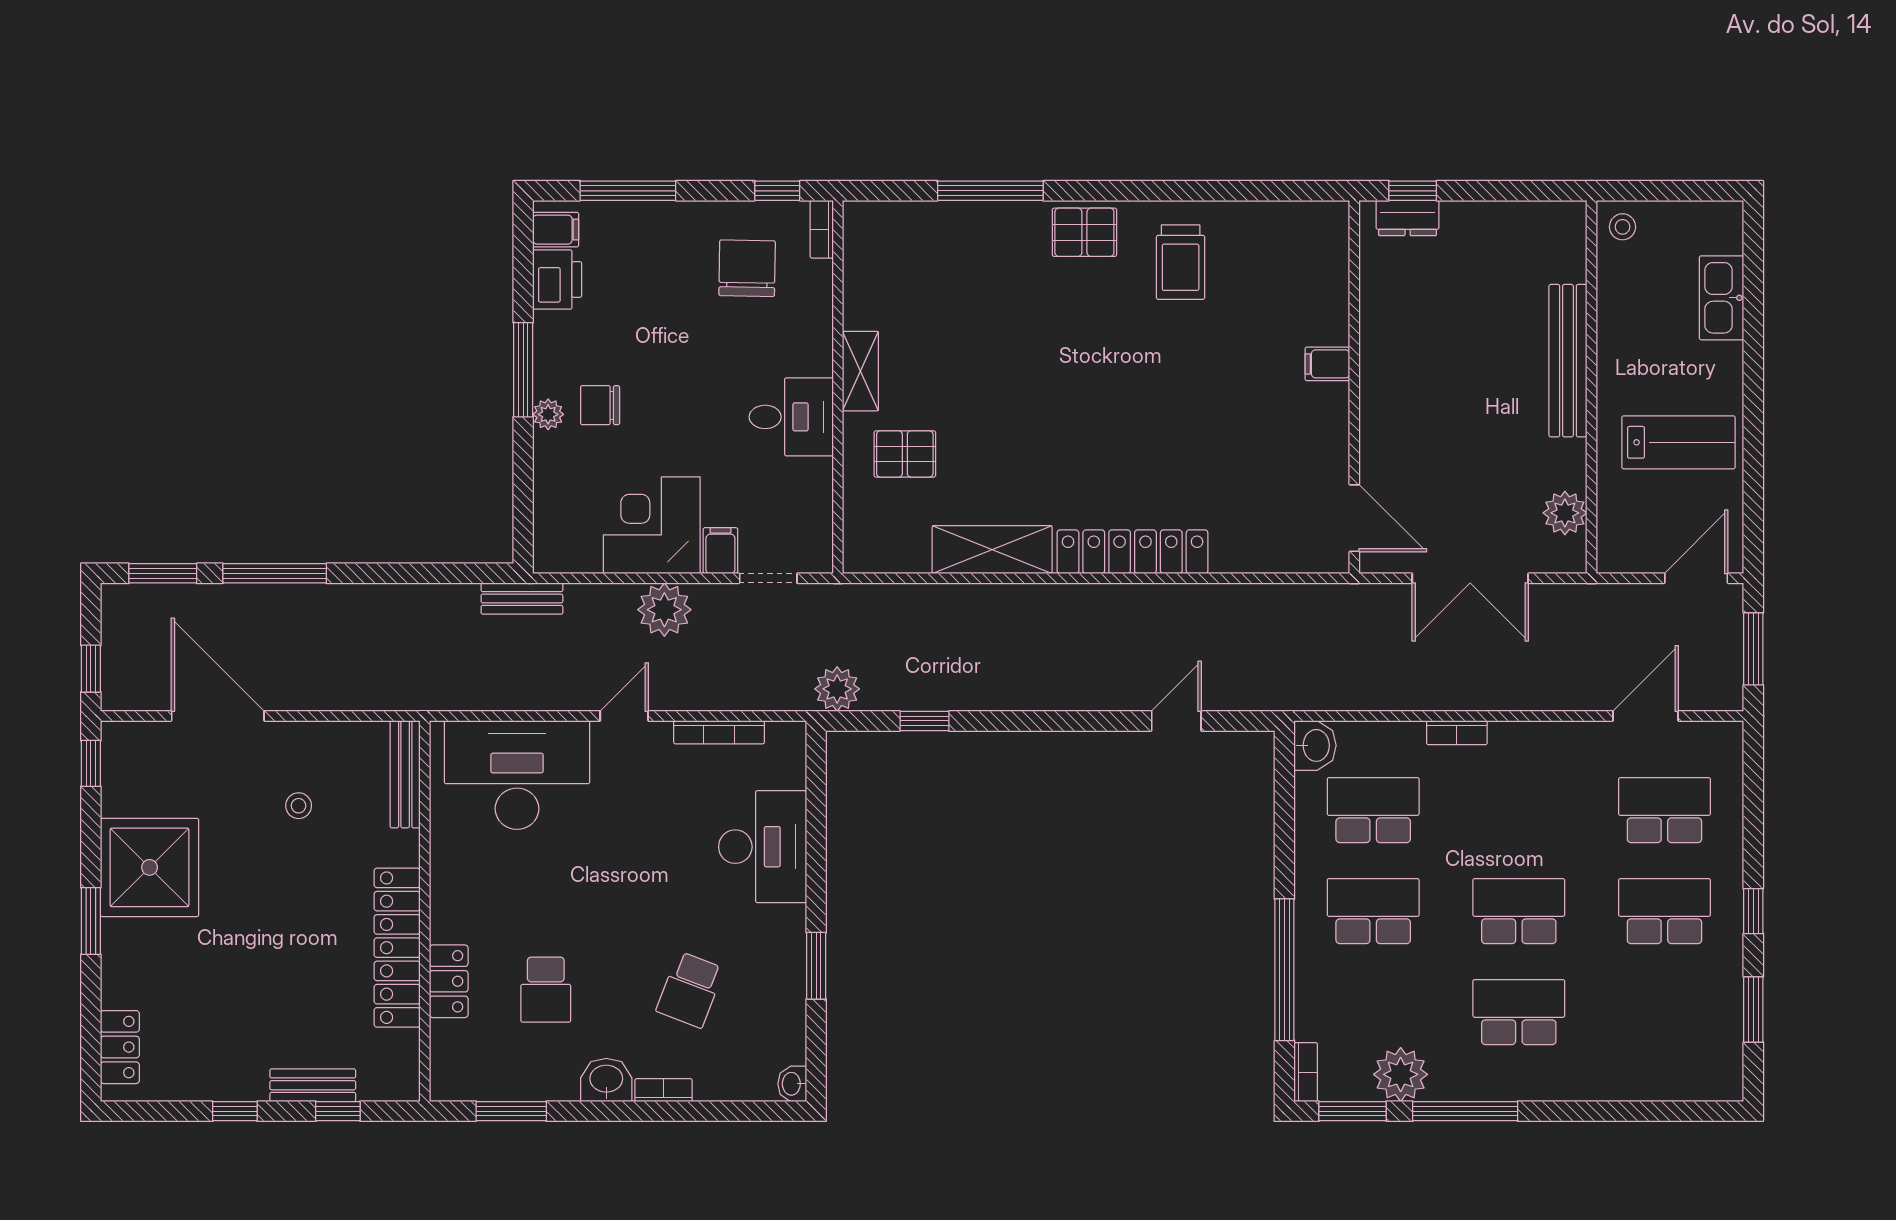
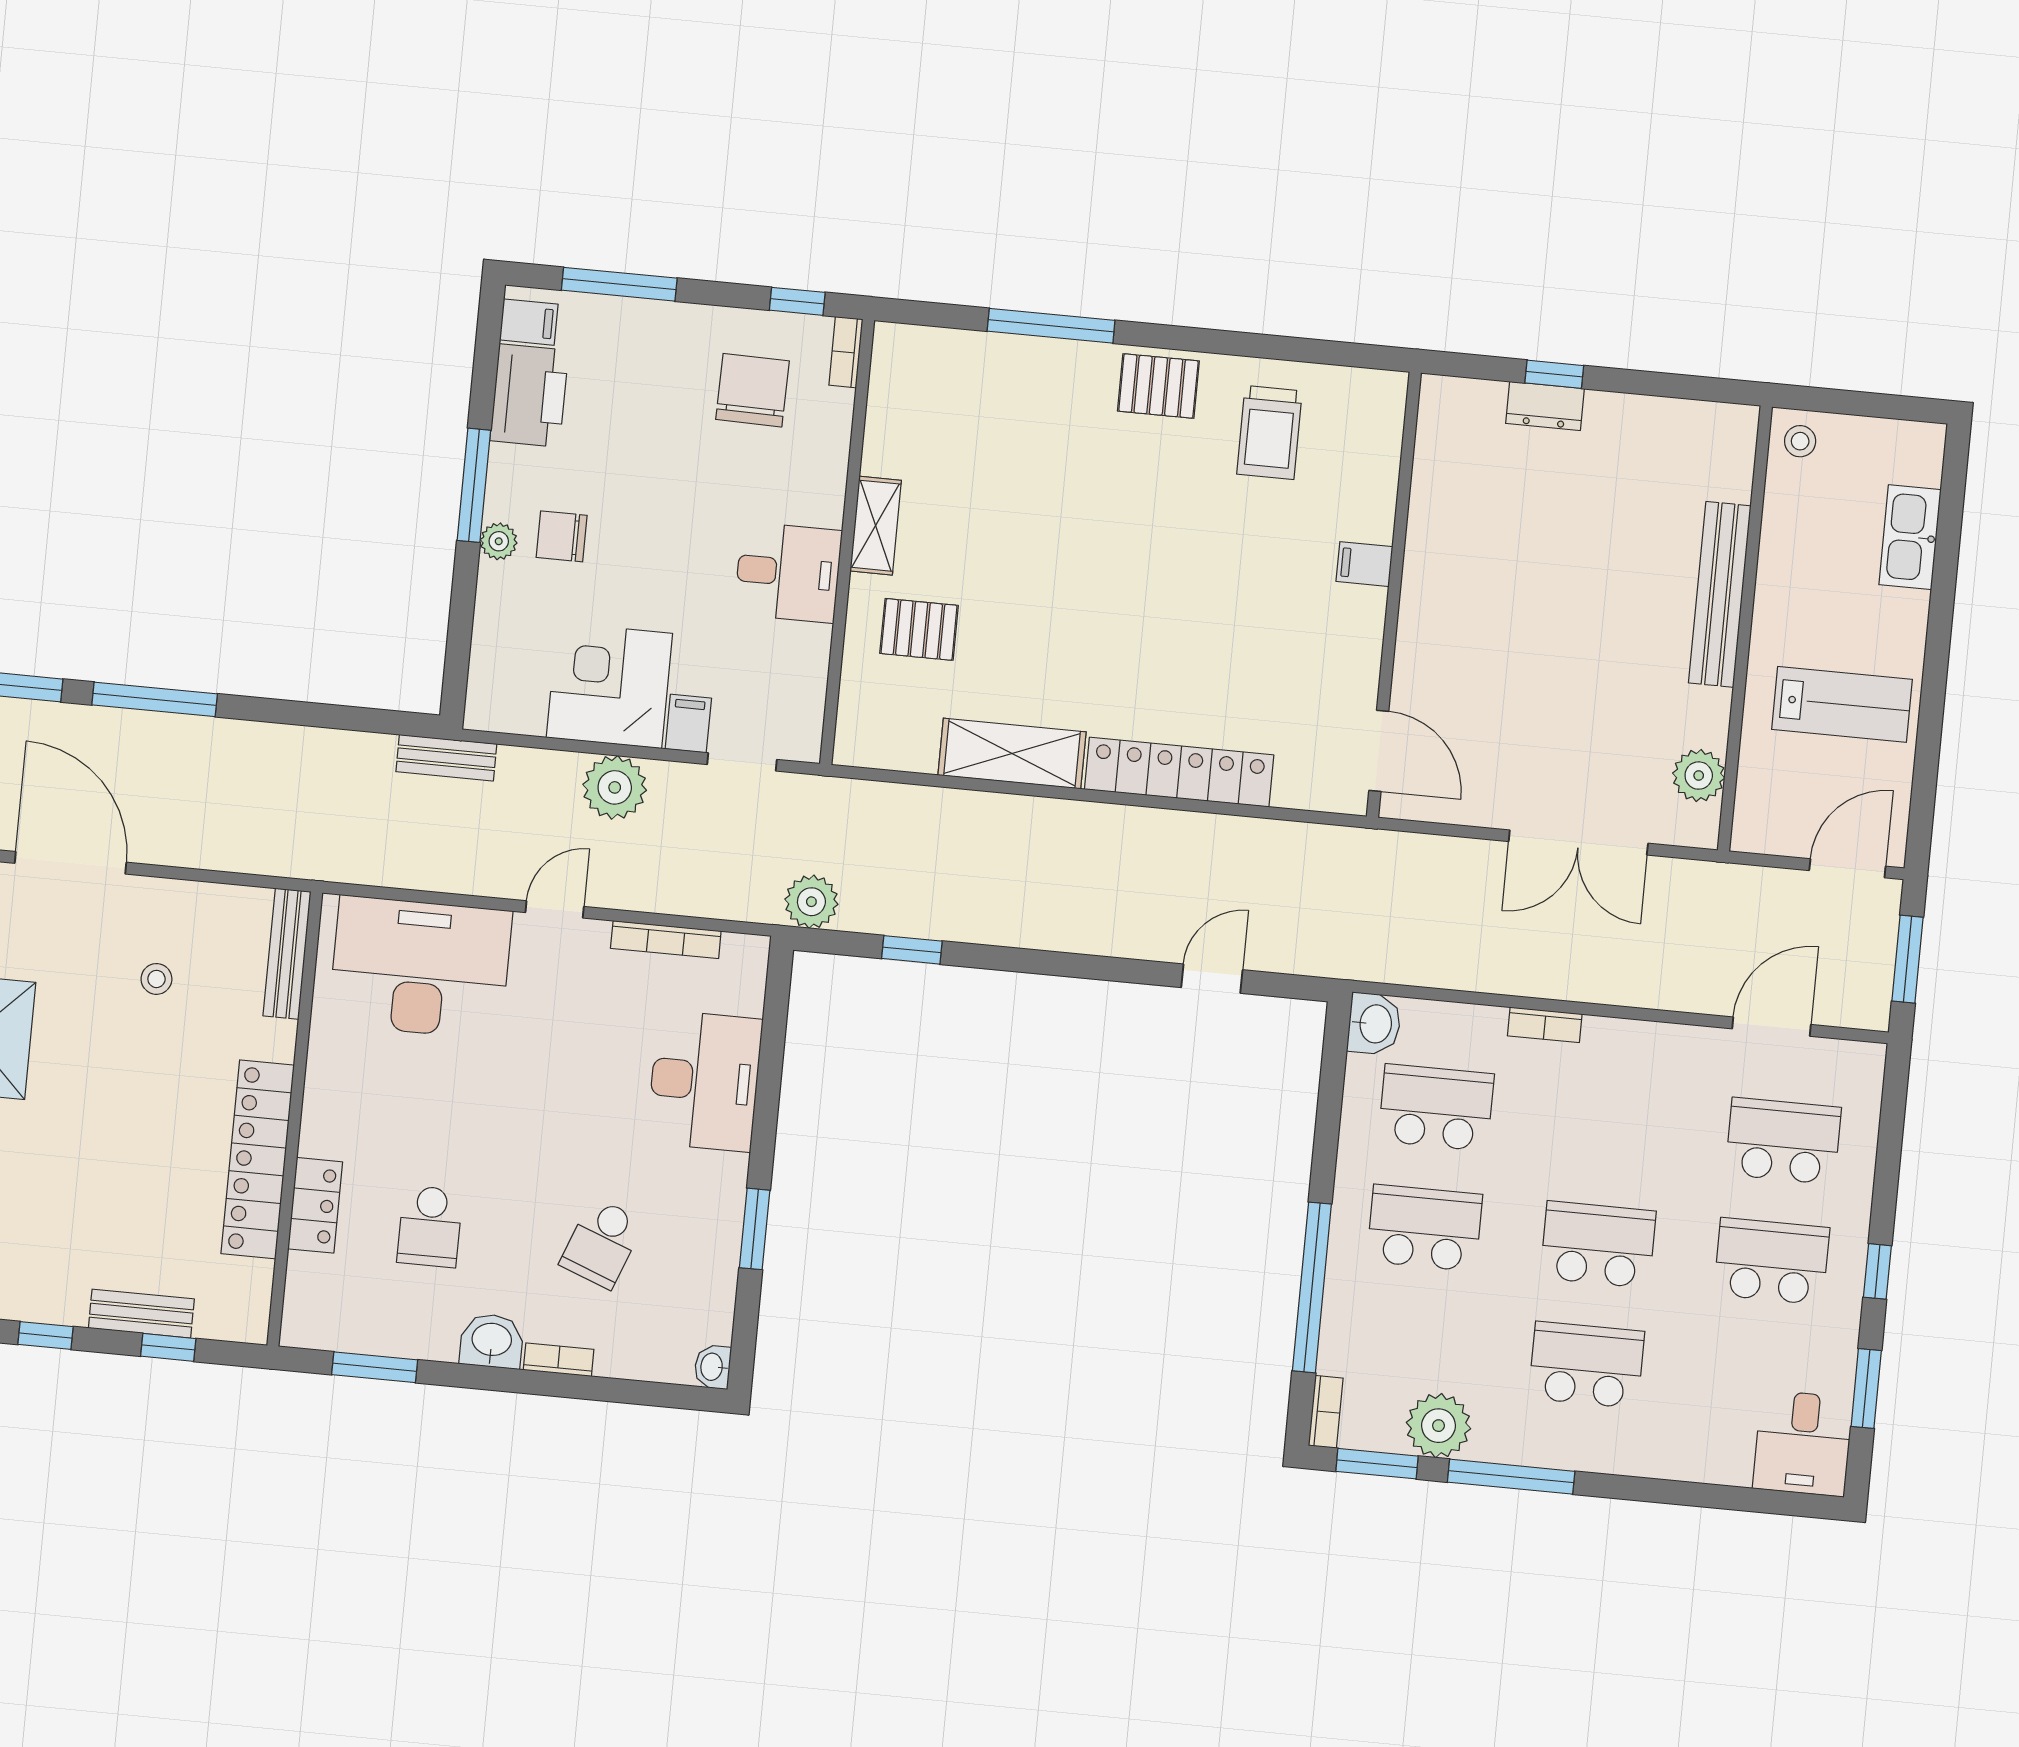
printer: (557, 279) -> (529, 395), width x1.37, depth x1.19
filing cabinet: (1327, 364) -> (1364, 564), moved
wall: (1354, 387) -> (1394, 595), moved
door: (1354, 518) -> (1379, 751), moved
desk: (1705, 1060) -> (1803, 1443), added

